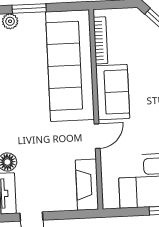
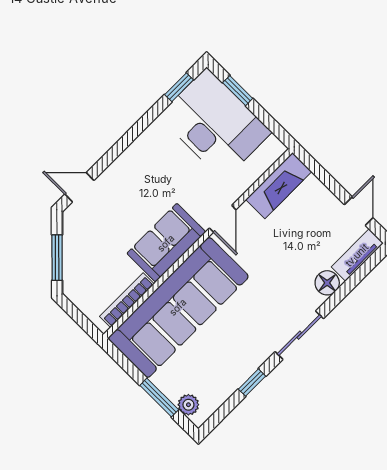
door: (97, 136) -> (223, 219), swing flipped

